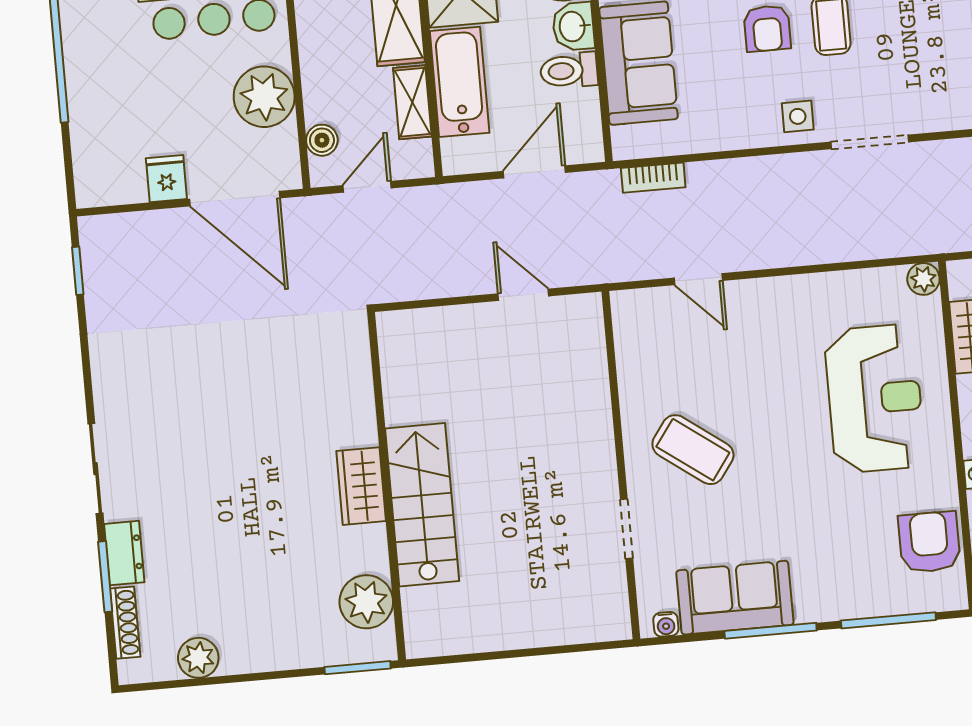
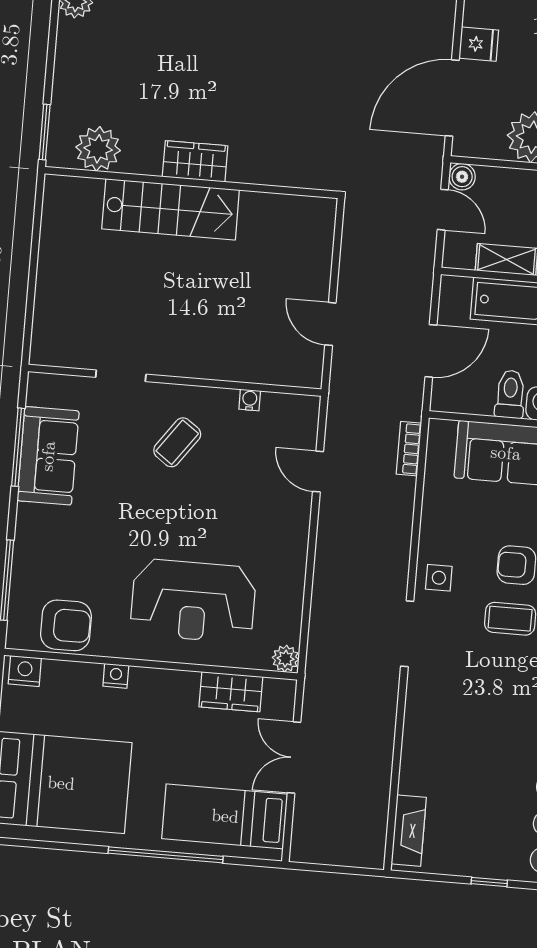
boiler: (322, 140) -> (462, 177), moved
door: (534, 172) -> (431, 351), hinge flipped
door: (698, 279) -> (318, 472), hinge flipped
door: (523, 295) -> (330, 324), swing flipped
coffee table: (693, 450) -> (177, 442), width x0.73, depth x0.77
water cooler: (666, 624) -> (250, 400), moved, turned 90
window: (771, 631) -> (18, 447), moved

